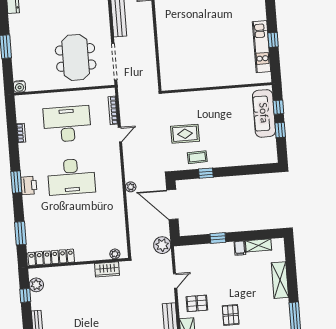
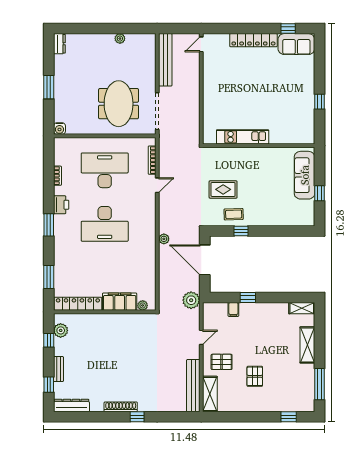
kitchen unit: (262, 47) -> (243, 137), moved, turned 90
window: (278, 107) -> (320, 170), removed
printer: (29, 185) -> (61, 205), moved
shelving: (259, 245) -> (302, 308), moved
filing cabinet: (240, 248) -> (233, 309), moved
filing cabinet: (92, 252) -> (120, 302), added
wardrobe: (107, 269) -> (133, 320), removed

